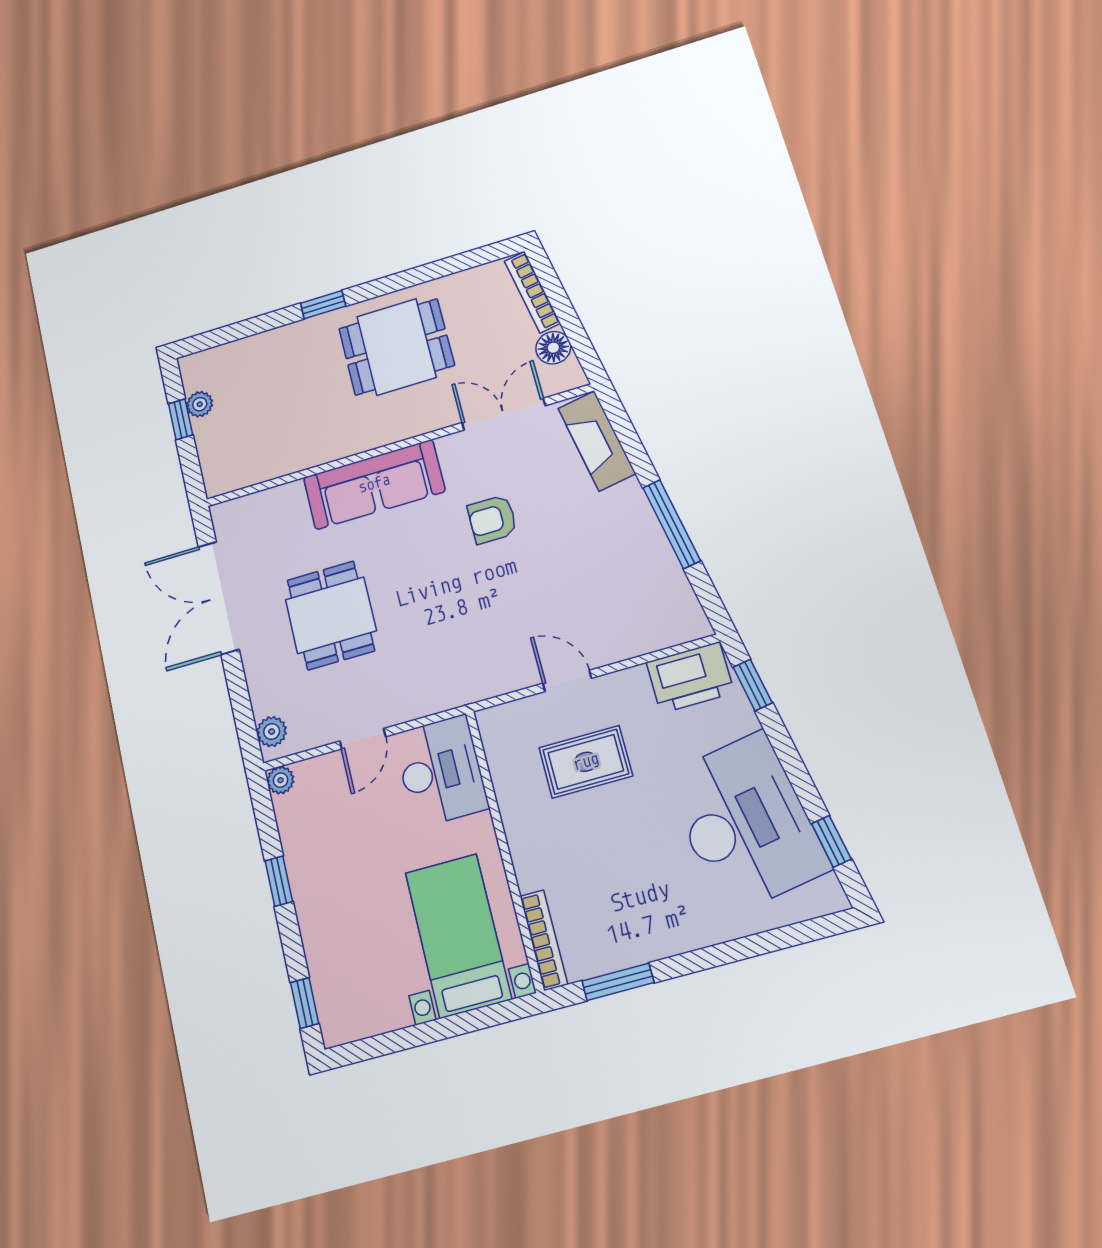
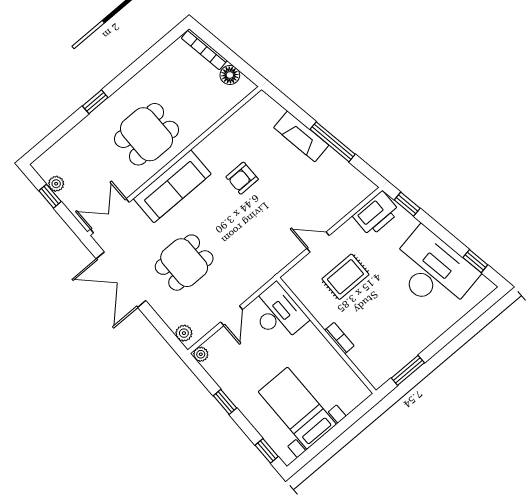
dining table: (396, 347) -> (147, 134), moved
double door: (504, 414) -> (110, 216), moved
fireplace: (597, 441) -> (301, 136), moved
dining table: (331, 615) -> (184, 263), turned 90
bed with nightstands: (458, 935) -> (297, 408), moved
bookcase: (544, 940) -> (339, 338), moved, width x0.64

